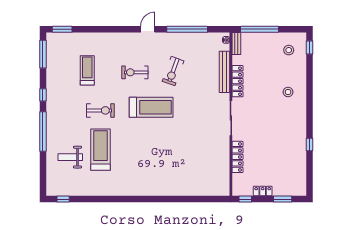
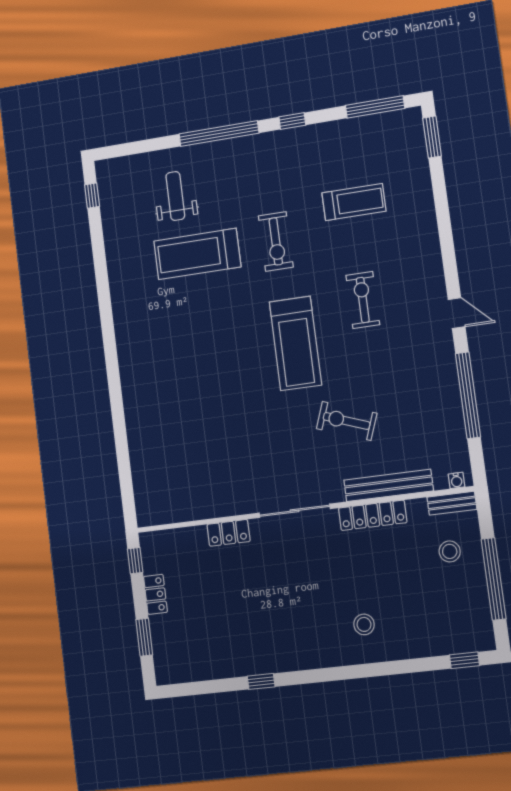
window: (260, 29) -> (494, 579), moved
stool: (289, 50) -> (450, 551), moved
exercise bike: (173, 71) -> (347, 421), moved
treadmill: (100, 150) -> (197, 254), turned 180
locker: (238, 157) -> (229, 533), width x0.66

